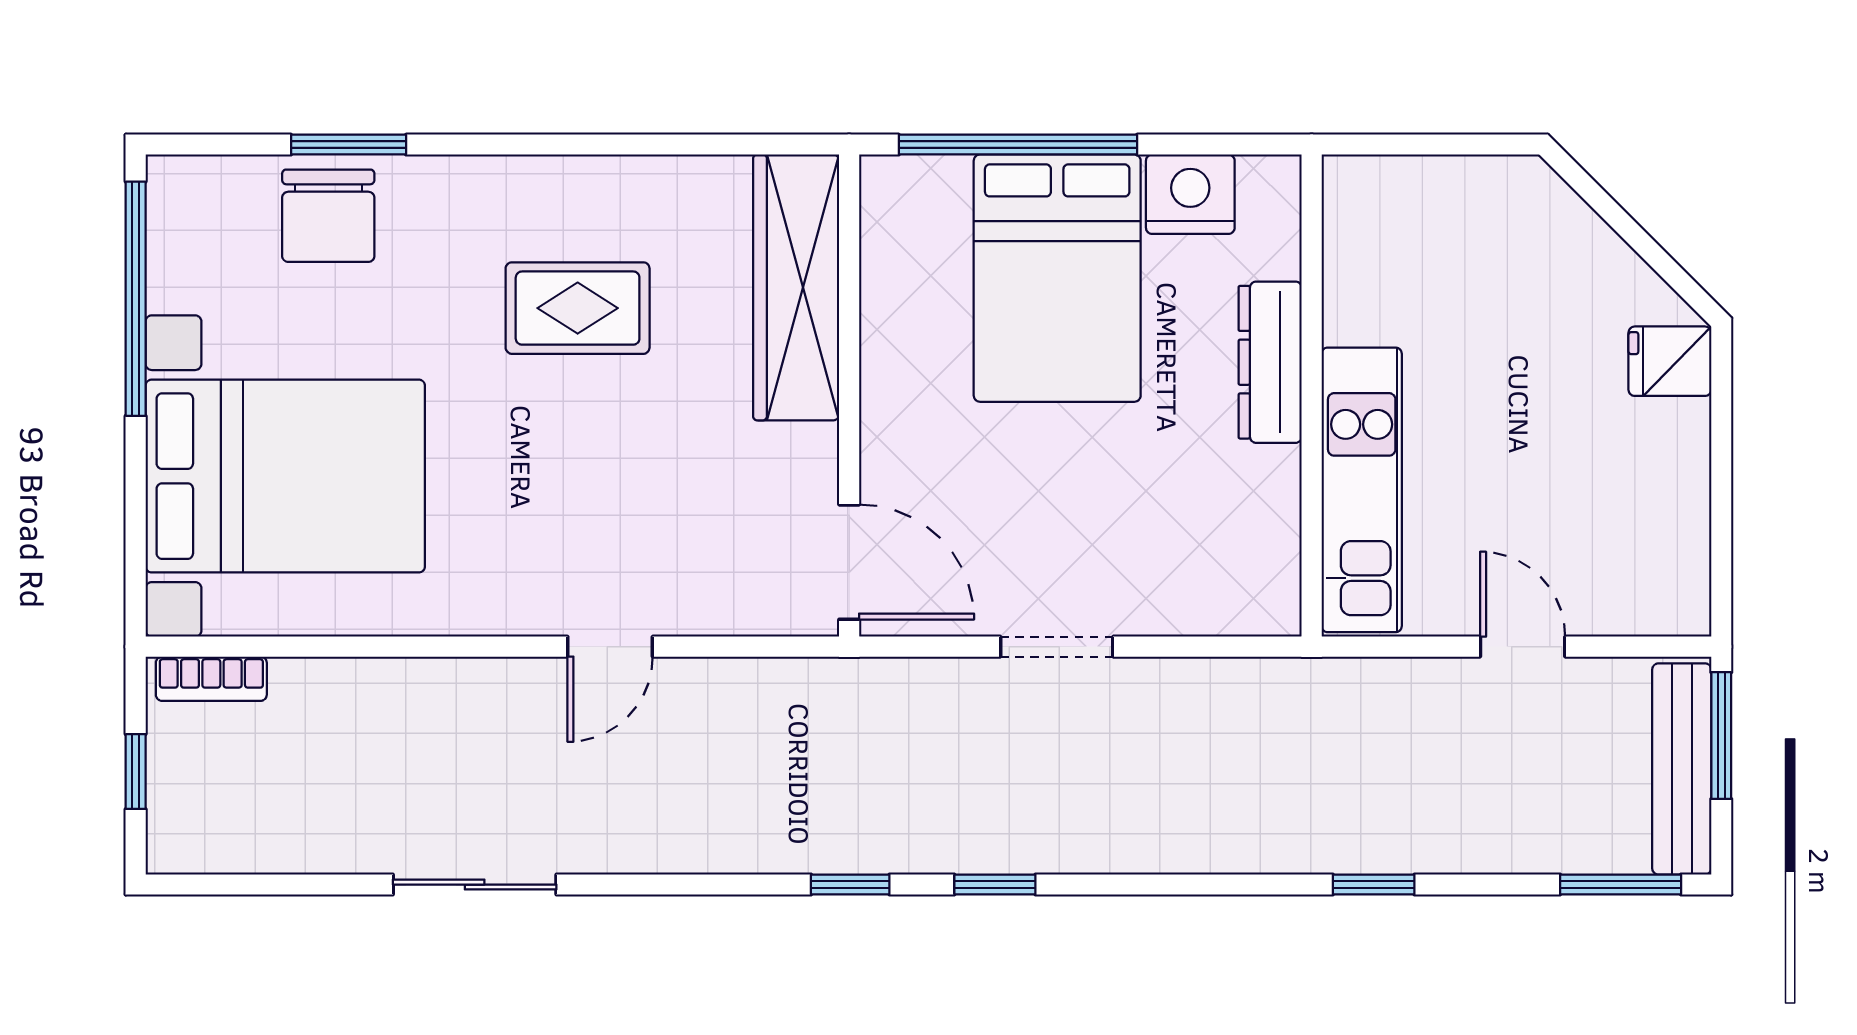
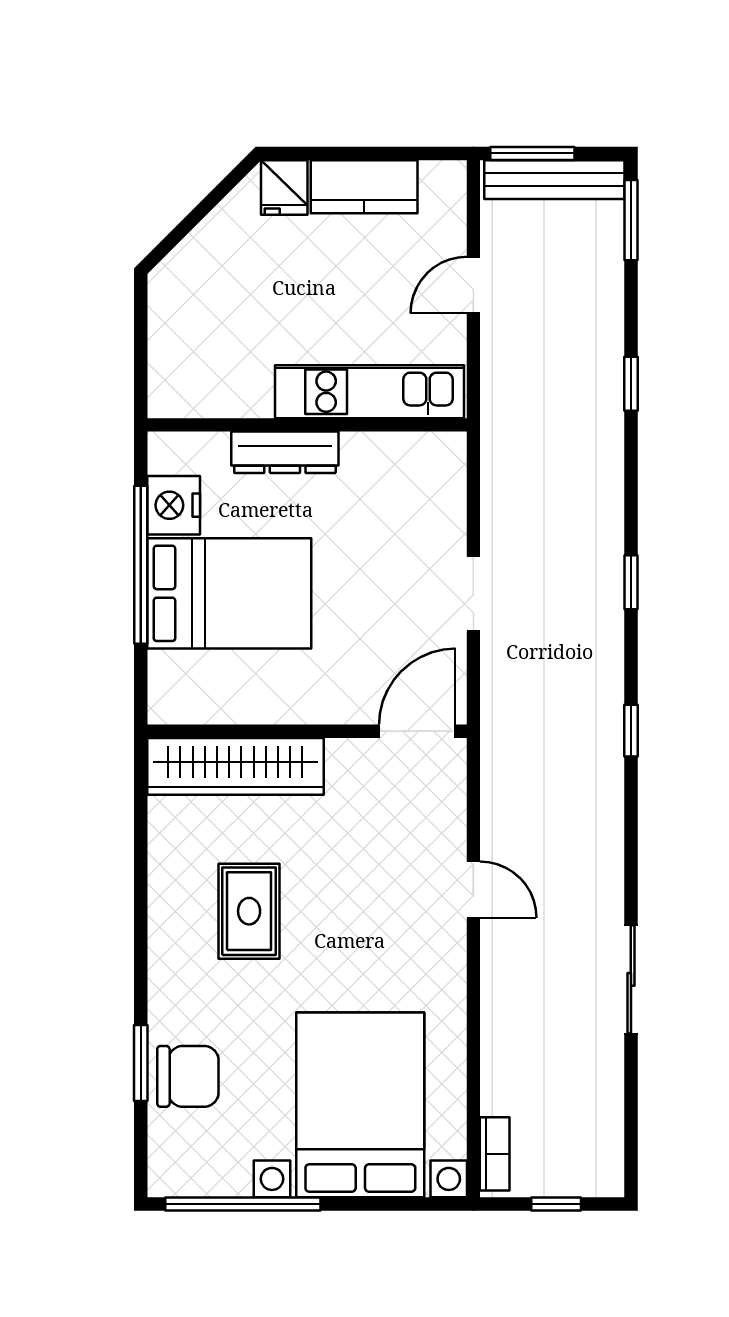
window: (1018, 145) -> (141, 565), moved
kitchen counter: (1671, 482) -> (364, 187), added
window: (995, 885) -> (631, 582), moved

